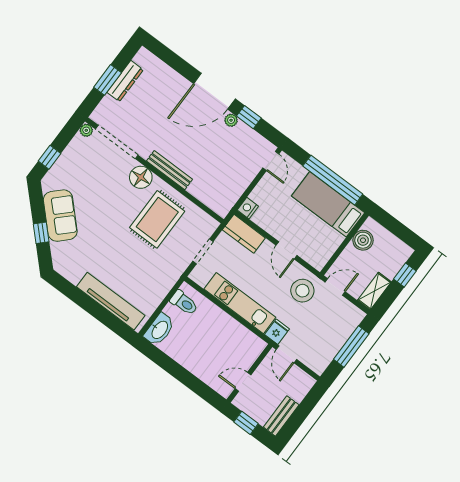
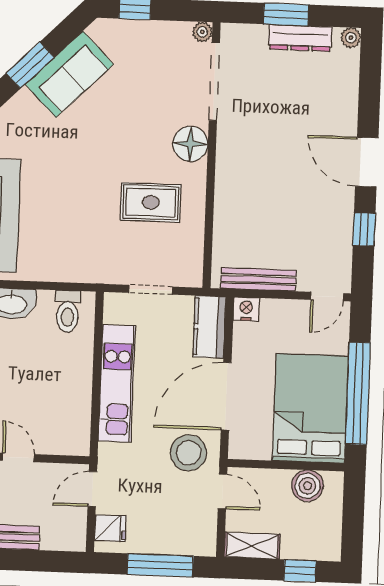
door: (214, 91) -> (367, 162), width x0.73
plant: (231, 120) -> (351, 38), moved
bench: (169, 170) -> (258, 279), moved, turned 90
bed: (328, 204) -> (310, 408), width x1.50
rug: (157, 219) -> (151, 202), width x0.73, depth x0.70
window: (41, 233) -> (30, 65), width x1.50
door: (286, 250) -> (226, 396), width x1.88
fridge: (277, 332) -> (110, 528), moved

